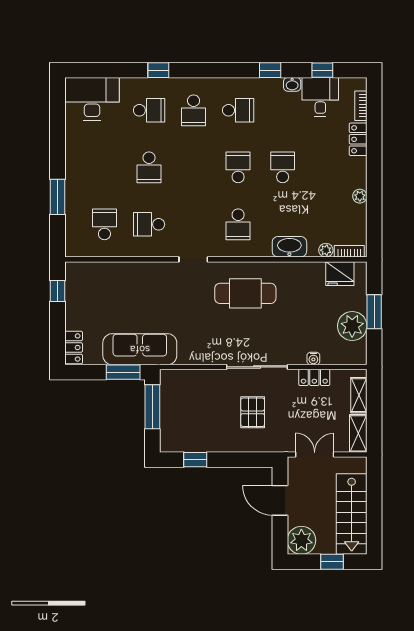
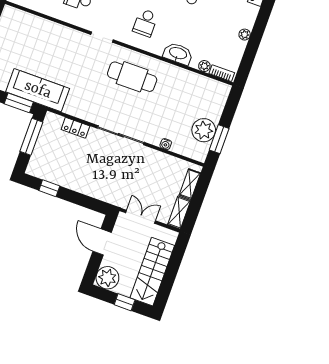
fridge: (340, 274) -> (209, 87), removed
window: (374, 312) -> (219, 139), moved
locker: (314, 377) -> (75, 128), moved
pallet: (253, 412) -> (105, 168), removed

